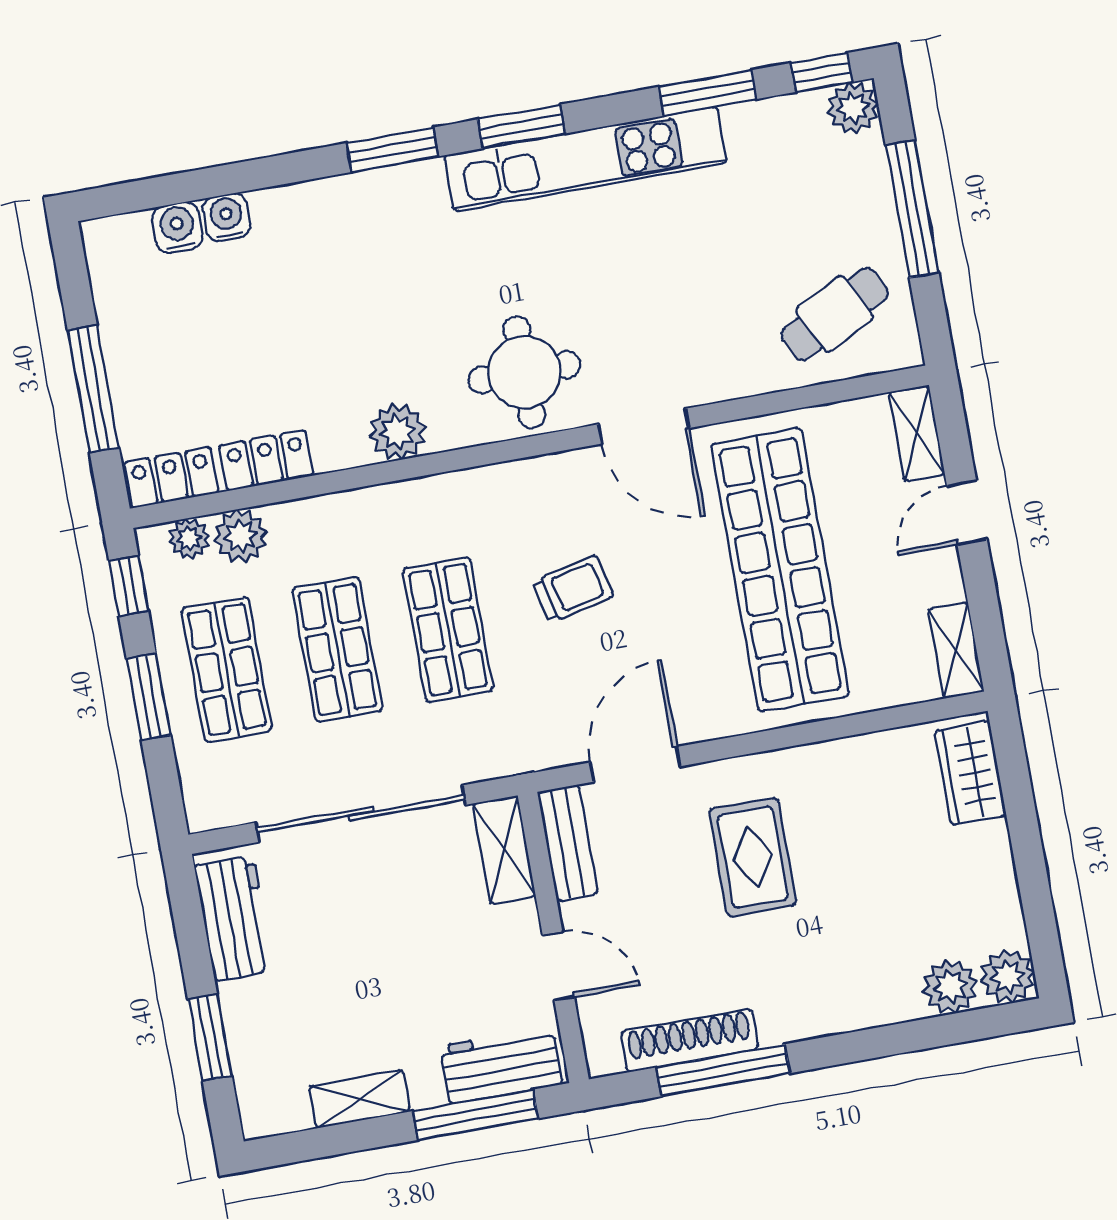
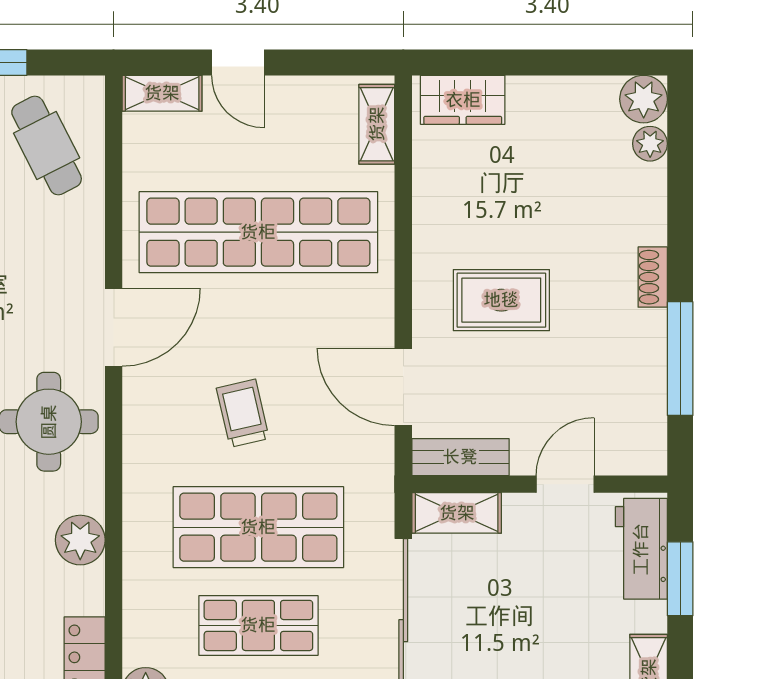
shop shelf: (448, 630) -> (258, 527), width x1.43, depth x1.36
shelving: (956, 650) -> (377, 124), moved, turned 90
plant: (950, 987) -> (650, 144), width x0.73, depth x0.73
shoe rack: (690, 1040) -> (653, 277), moved, width x0.51, depth x0.81
window: (475, 1115) -> (680, 579), width x0.69

